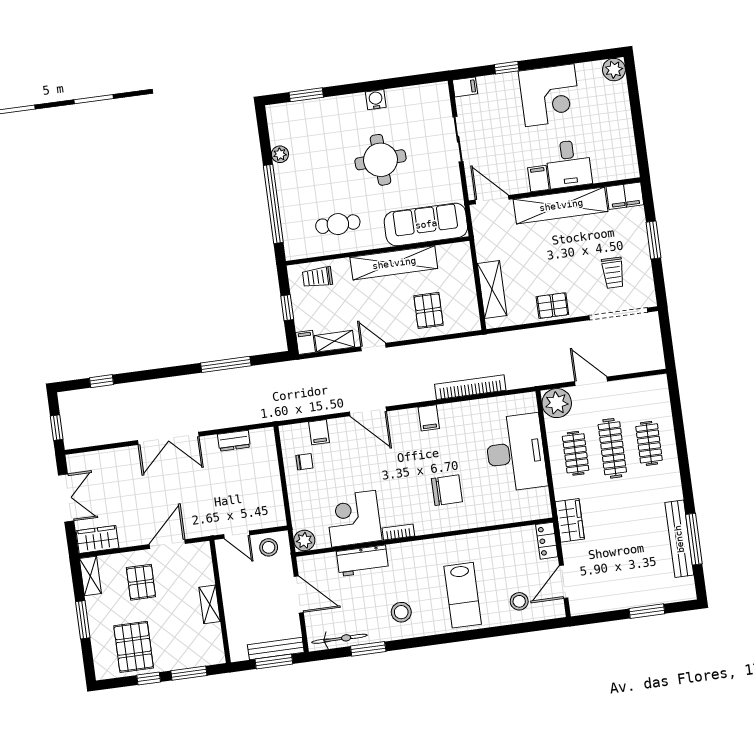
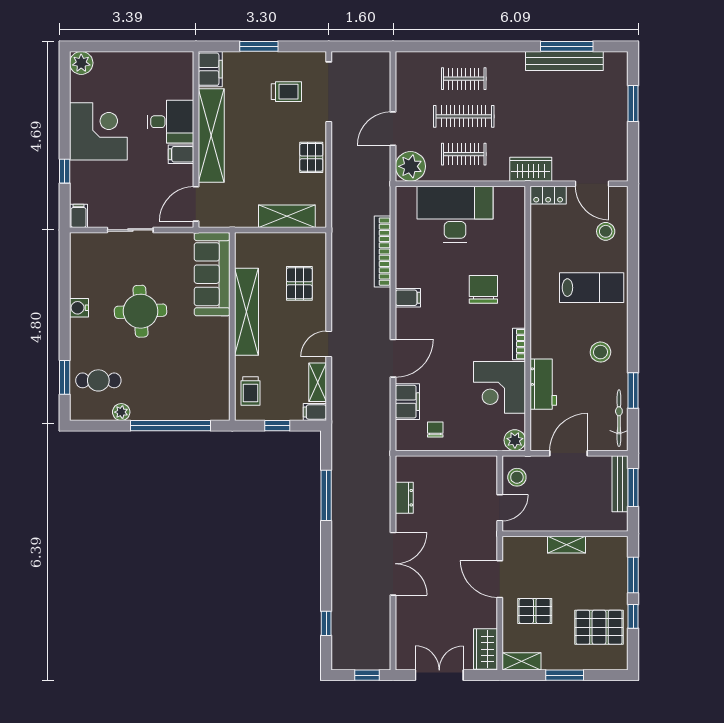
cafe table: (338, 224) -> (98, 380), moved, turned 90
pallet: (428, 310) -> (299, 283), turned 90
filing cabinet: (319, 432) -> (407, 402), width x2.00

